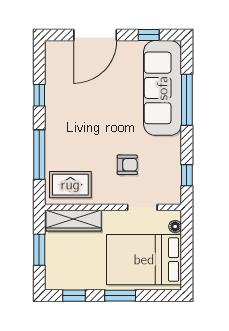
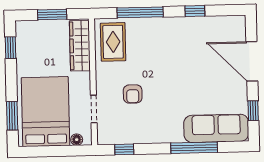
sofa: (163, 88) -> (216, 128), width x0.74, depth x0.79
window: (120, 296) -> (12, 116), moved

